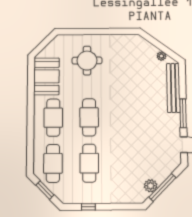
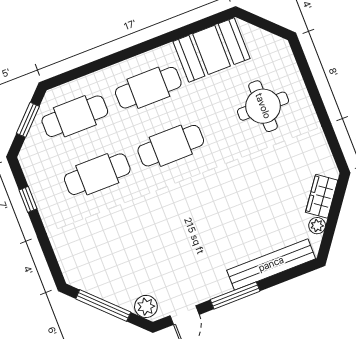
wardrobe: (147, 48) -> (322, 196), added
plant: (151, 186) -> (146, 306), moved

